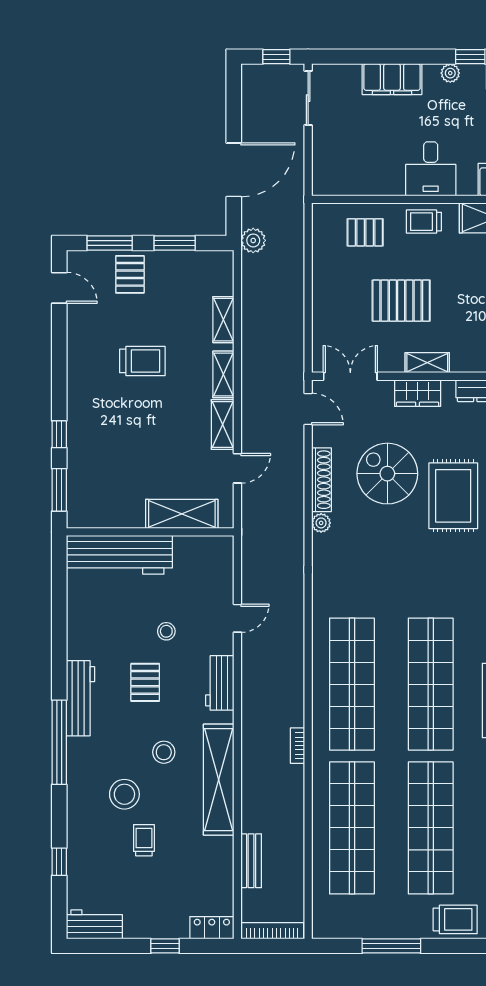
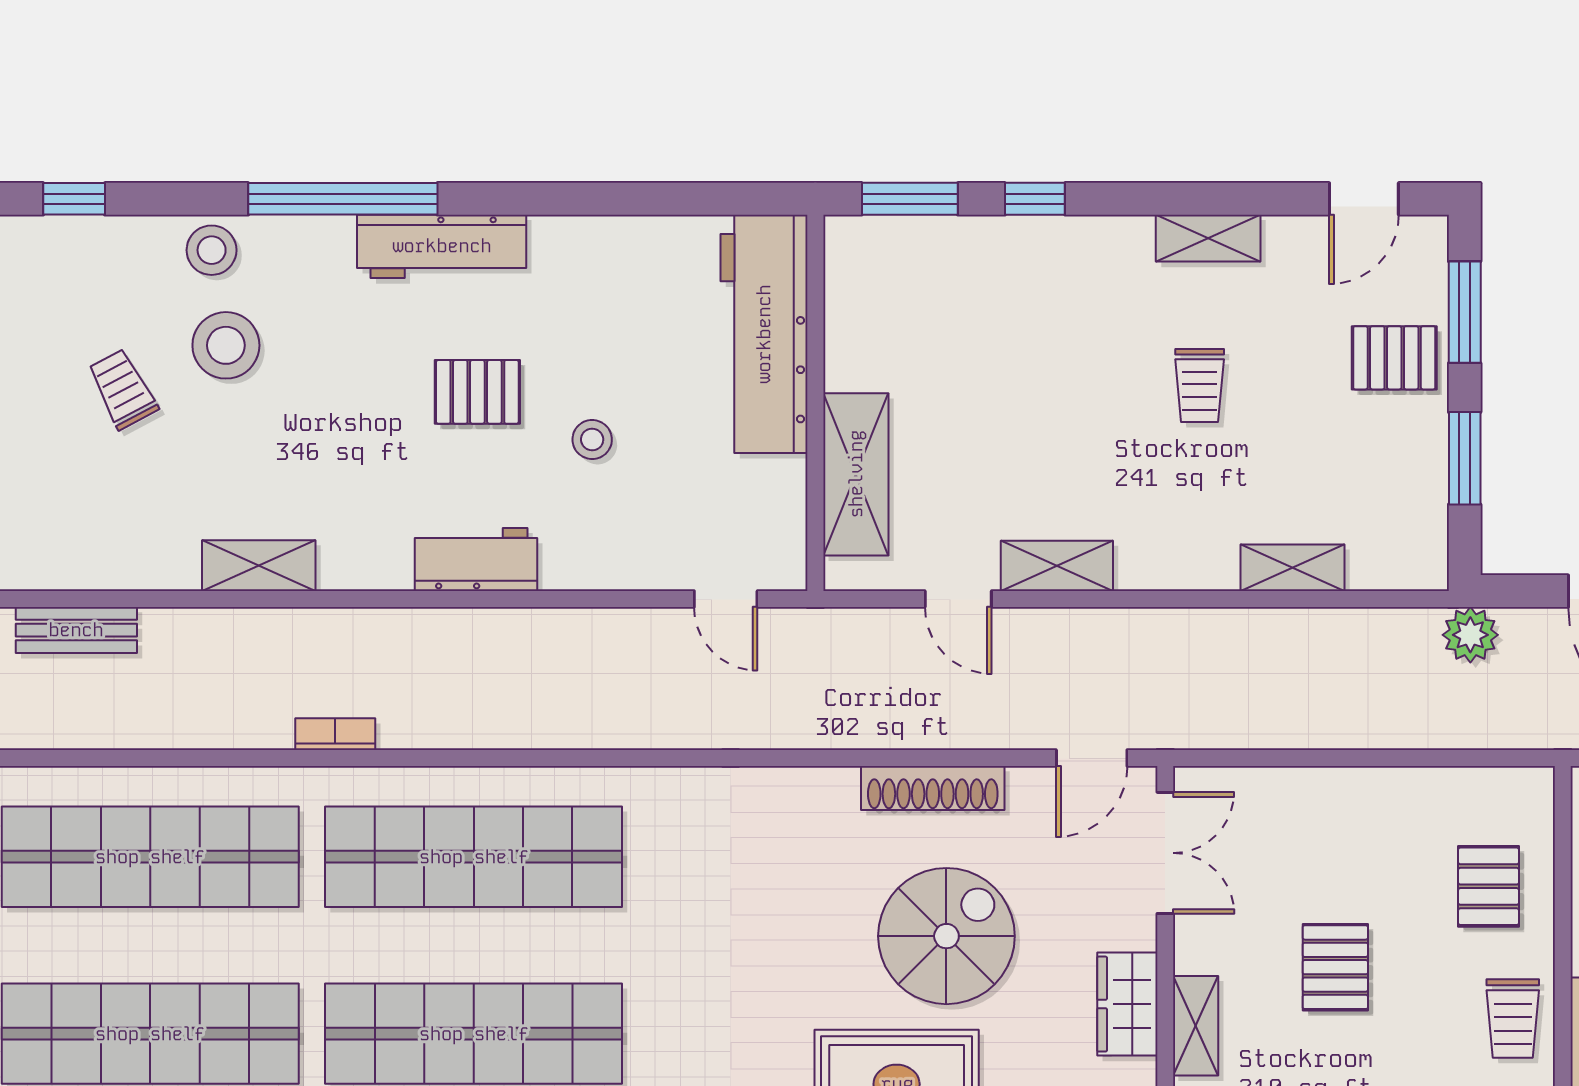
trolley: (424, 222) -> (1513, 1018), turned 180
pallet: (401, 301) -> (1335, 967), width x0.67, depth x0.71
trolley: (142, 361) -> (1200, 385), width x0.73, depth x0.72
shelving: (223, 374) -> (1208, 238), moved
plant: (321, 523) -> (836, 787), removed
door: (237, 618) -> (726, 599), moved
stool: (164, 752) -> (212, 250), moved
shelving: (219, 780) -> (259, 566), width x0.45, depth x0.75
trolley: (144, 840) -> (123, 389), turned -118

